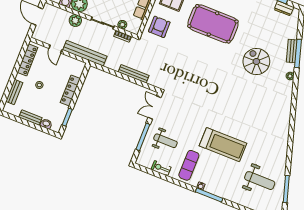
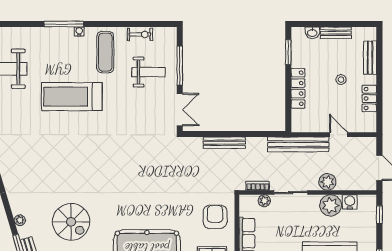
armchair: (159, 27) -> (215, 217), turned 180
locker: (27, 60) -> (369, 99), width x0.66
weight bench: (165, 141) -> (148, 72), turned 180

